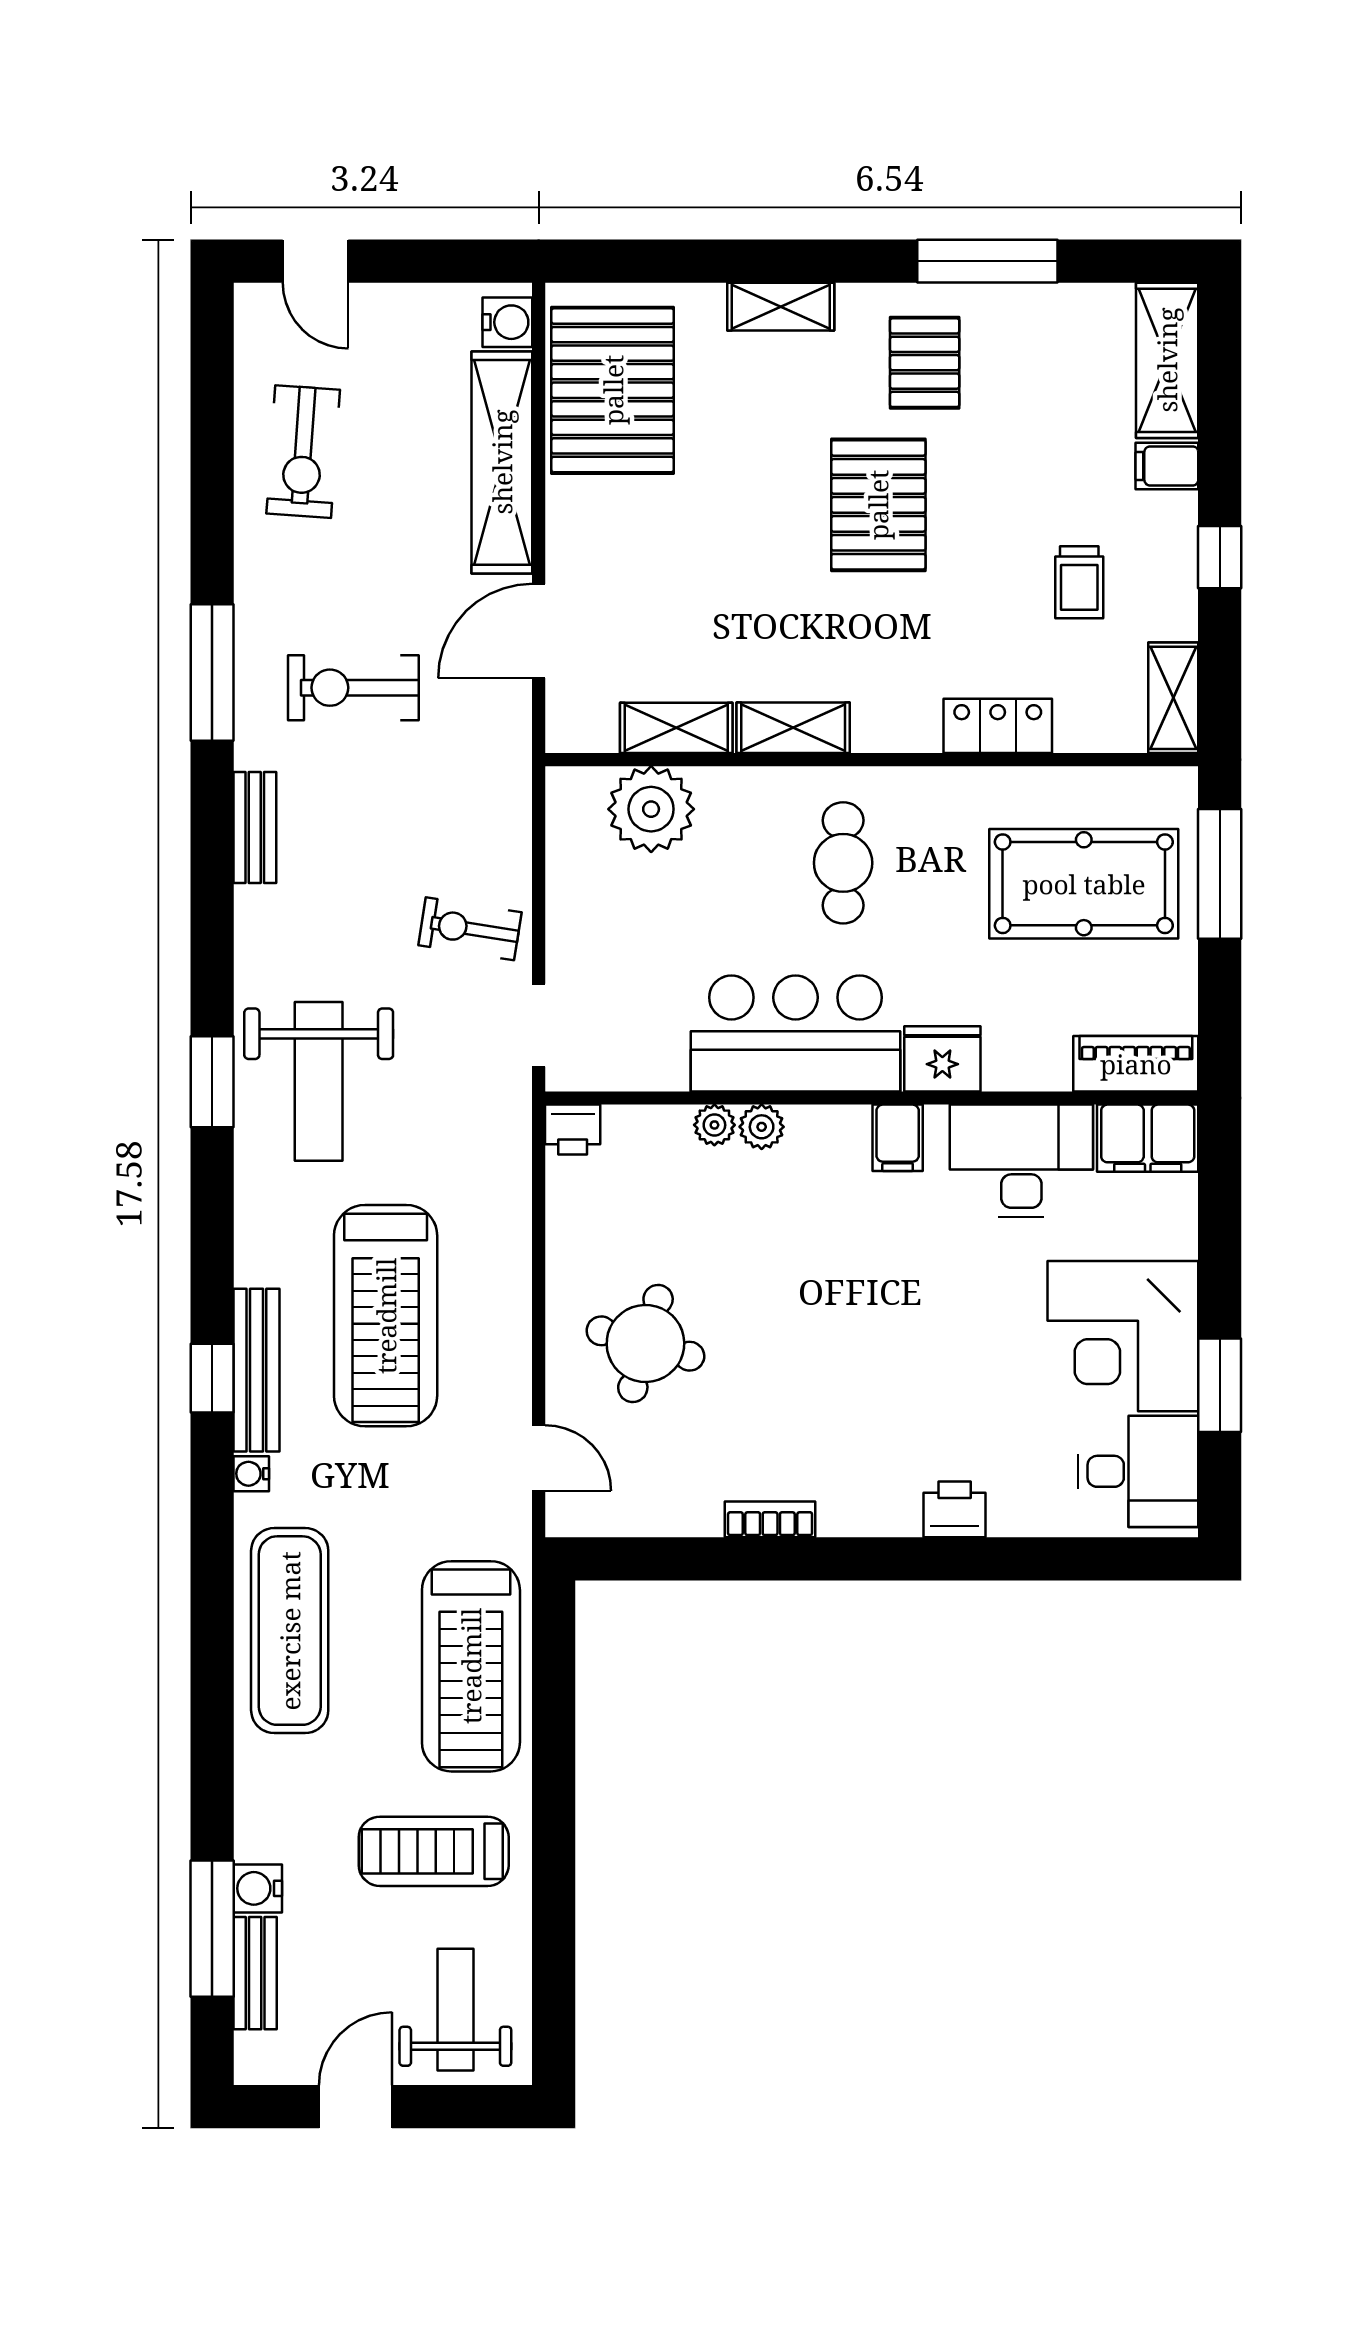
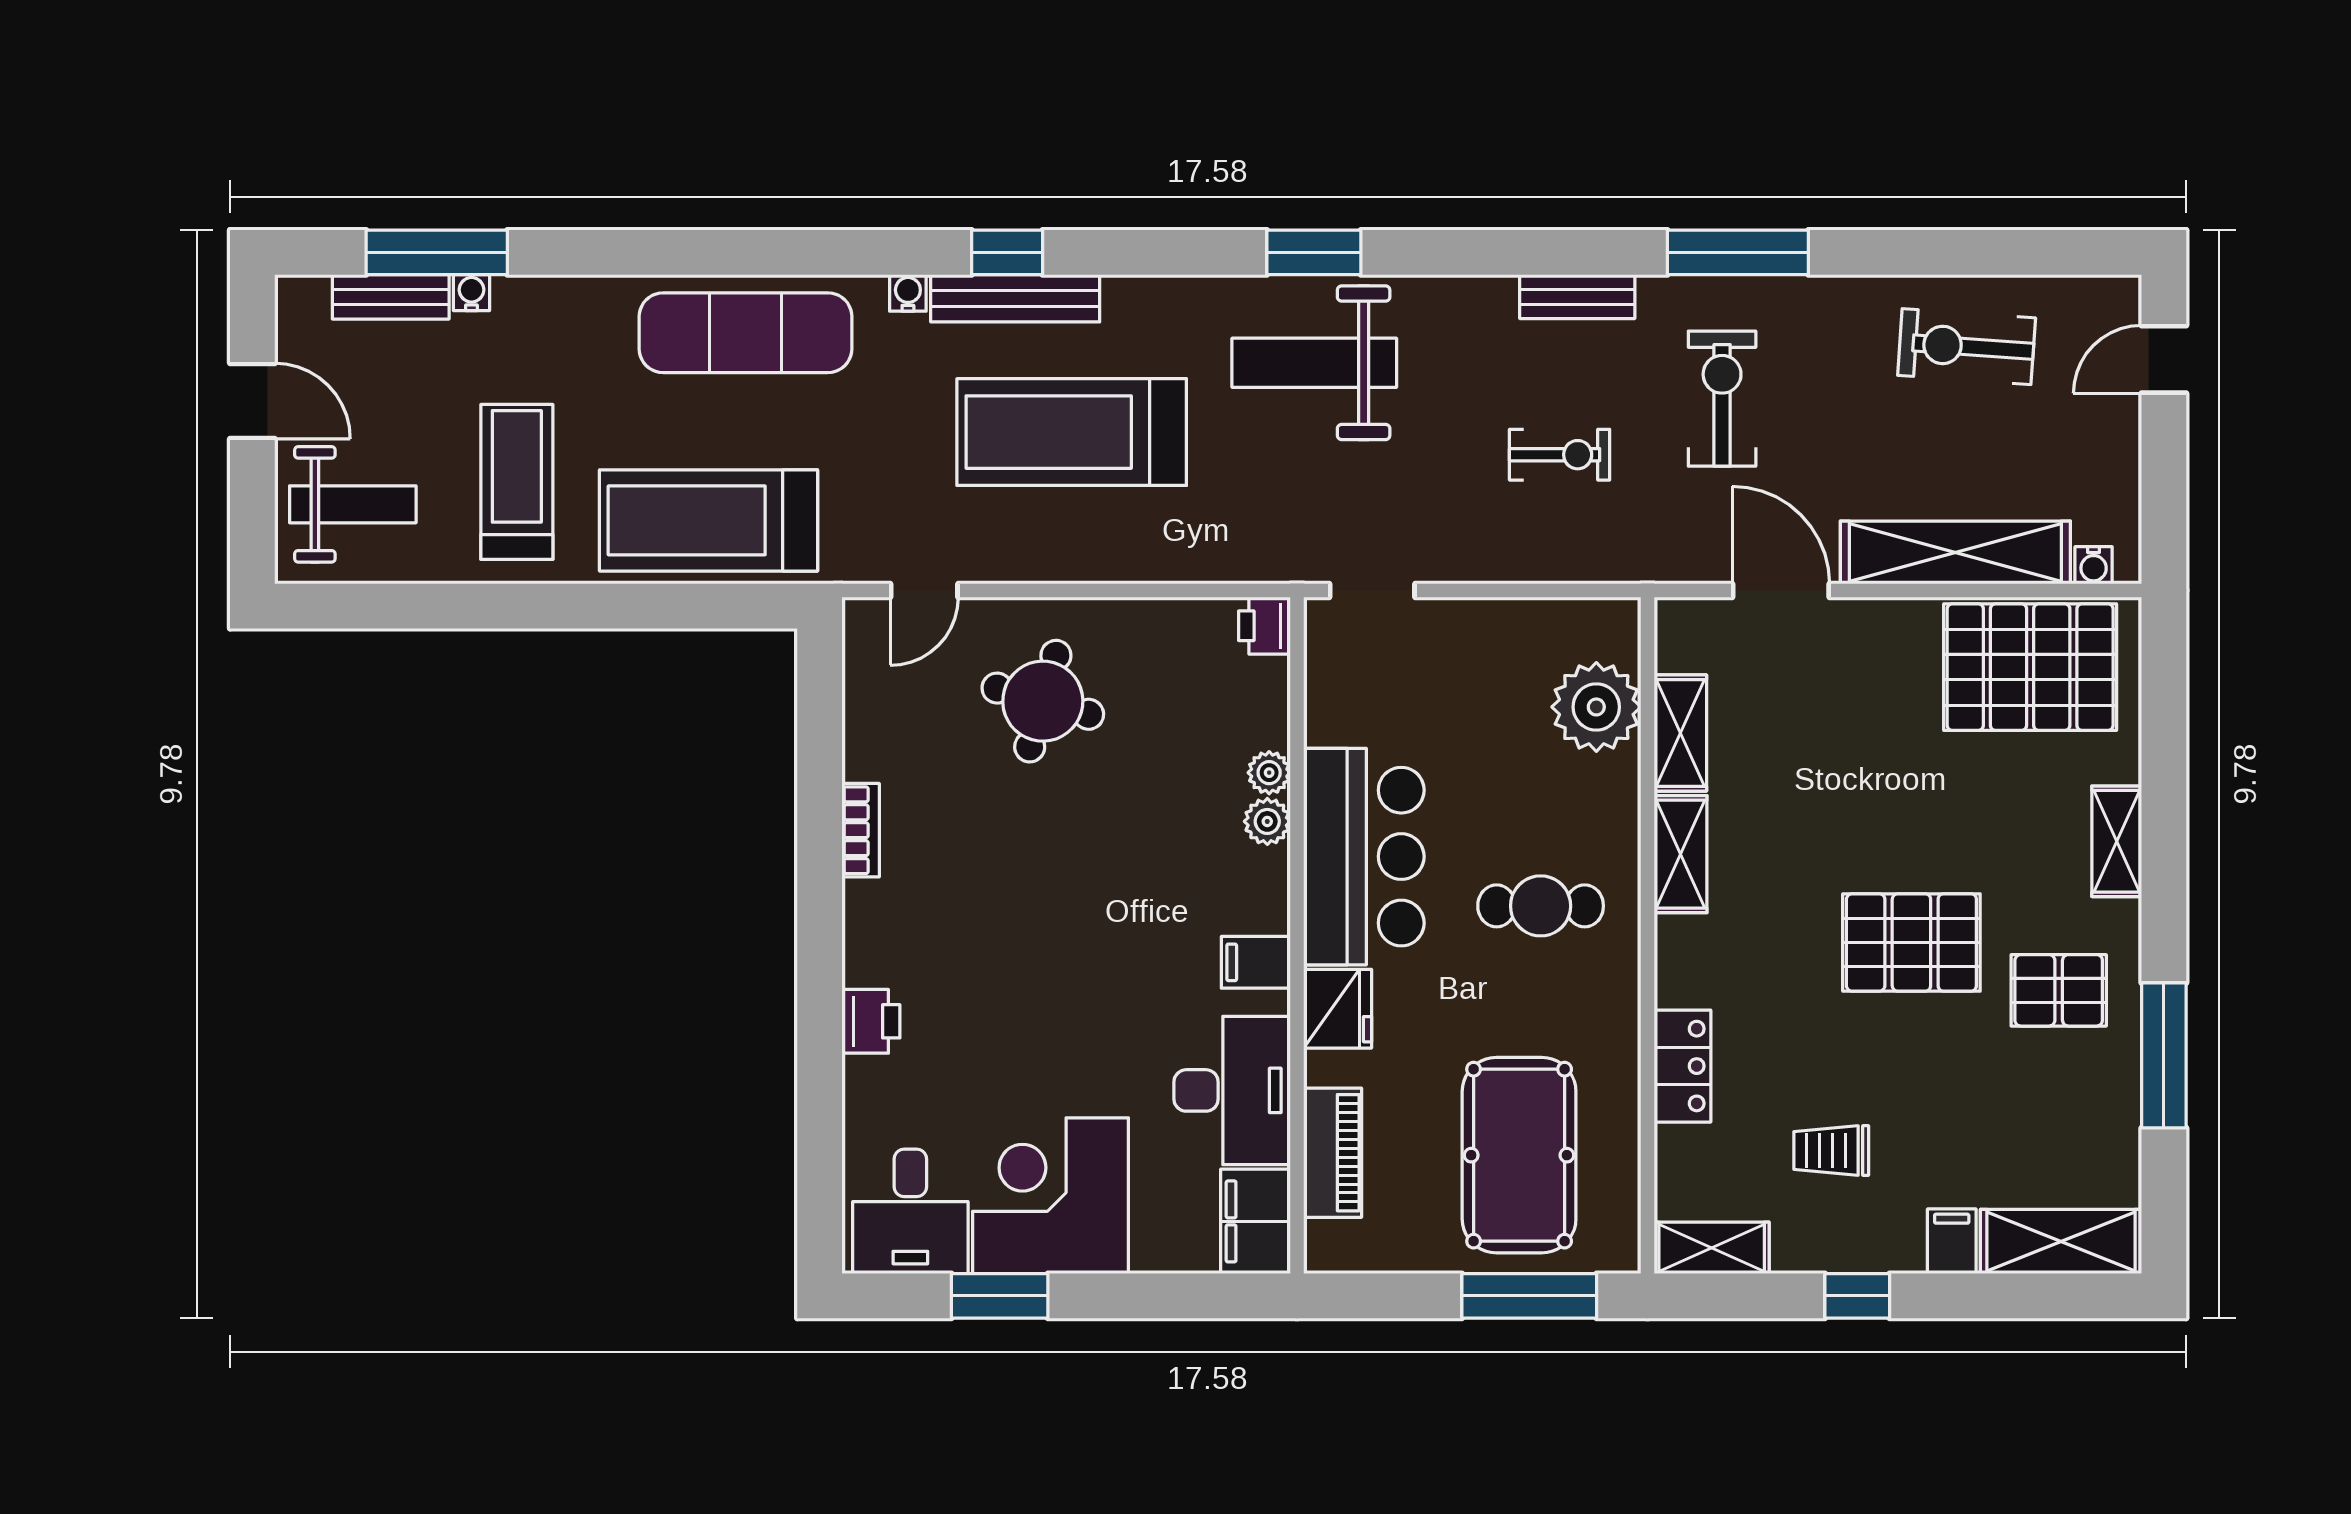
water cooler: (507, 322) -> (2094, 565), width x0.72, depth x0.72
exercise bike: (470, 929) -> (1560, 455), moved, turned 81
piano: (1136, 1064) -> (1333, 1153), moved
water cooler: (258, 1888) -> (472, 293), width x0.72, depth x0.72

